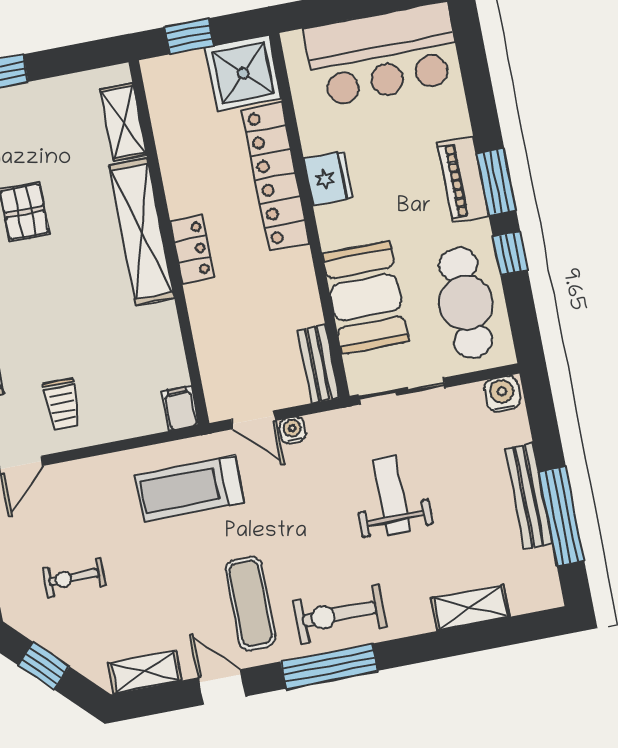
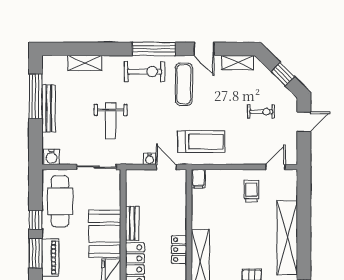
booth: (366, 297) -> (105, 234), moved
bench: (318, 364) -> (132, 223), moved

